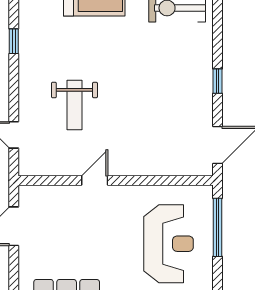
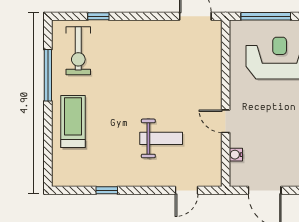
window: (218, 81) -> (98, 16), moved
water cooler: (56, 192) -> (236, 155), added

